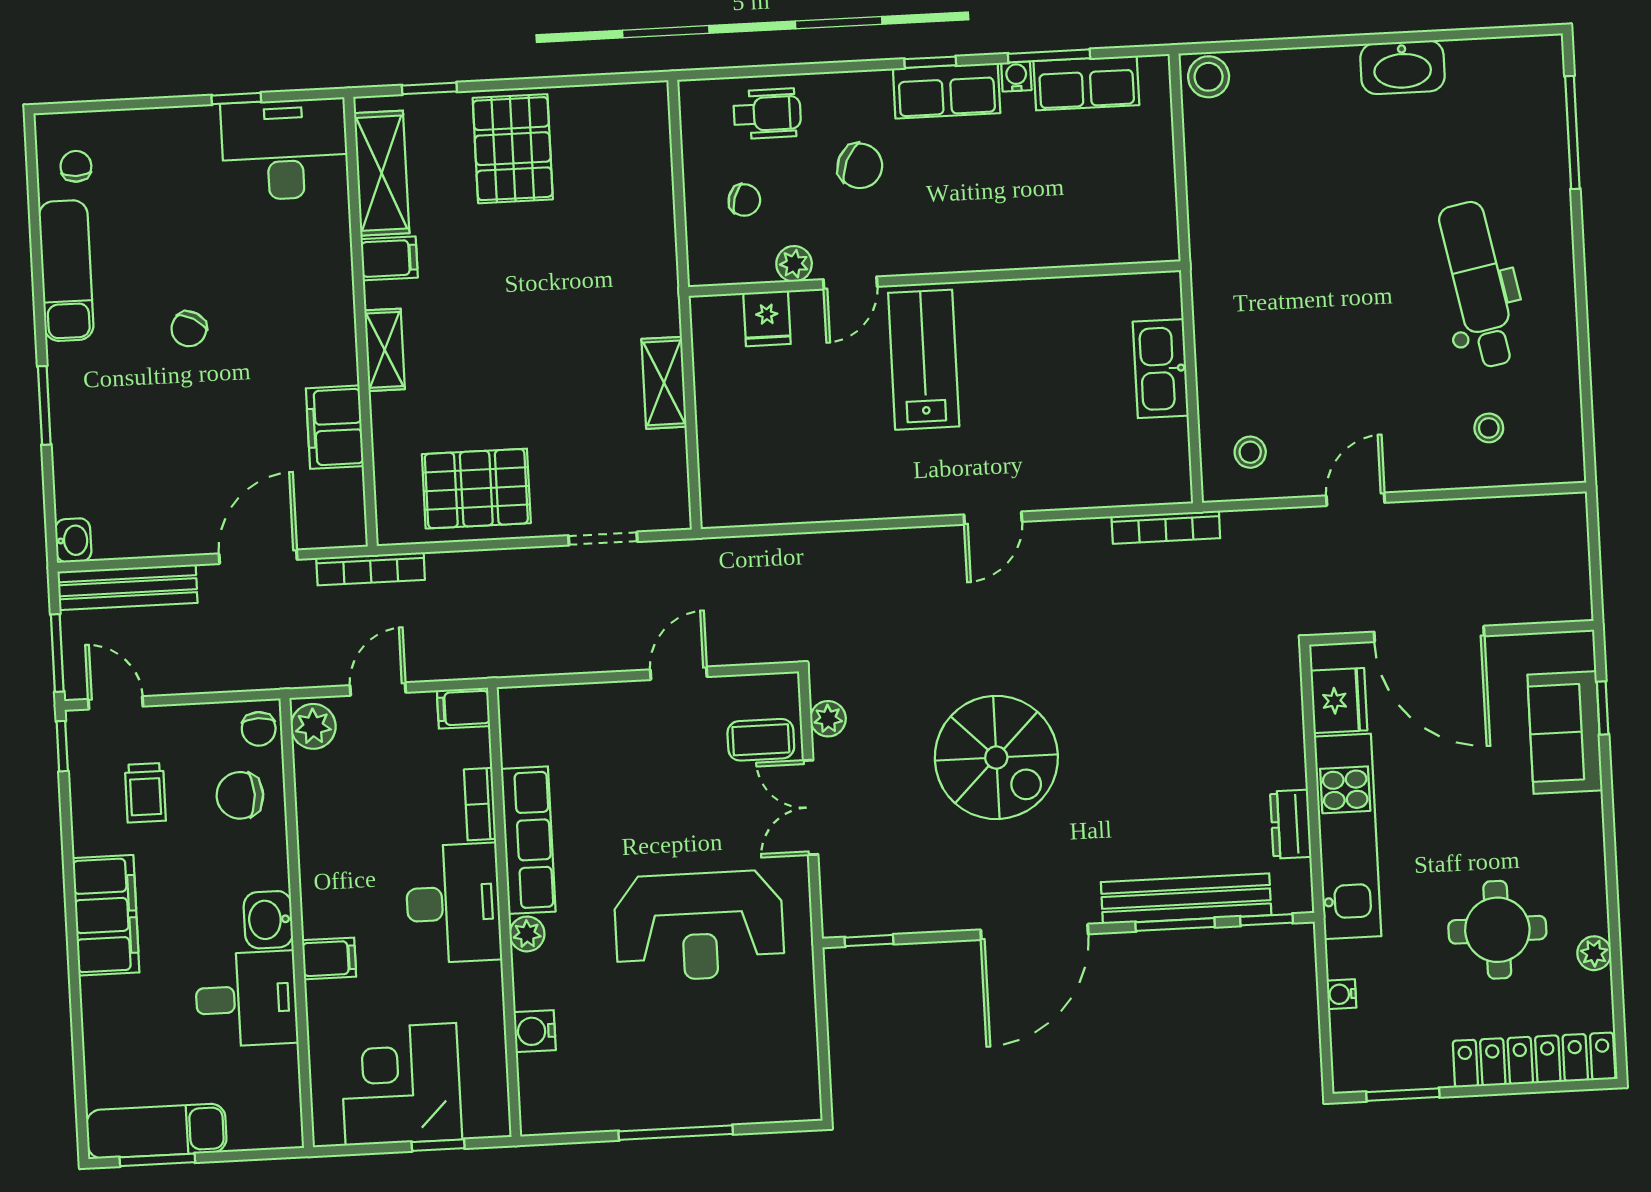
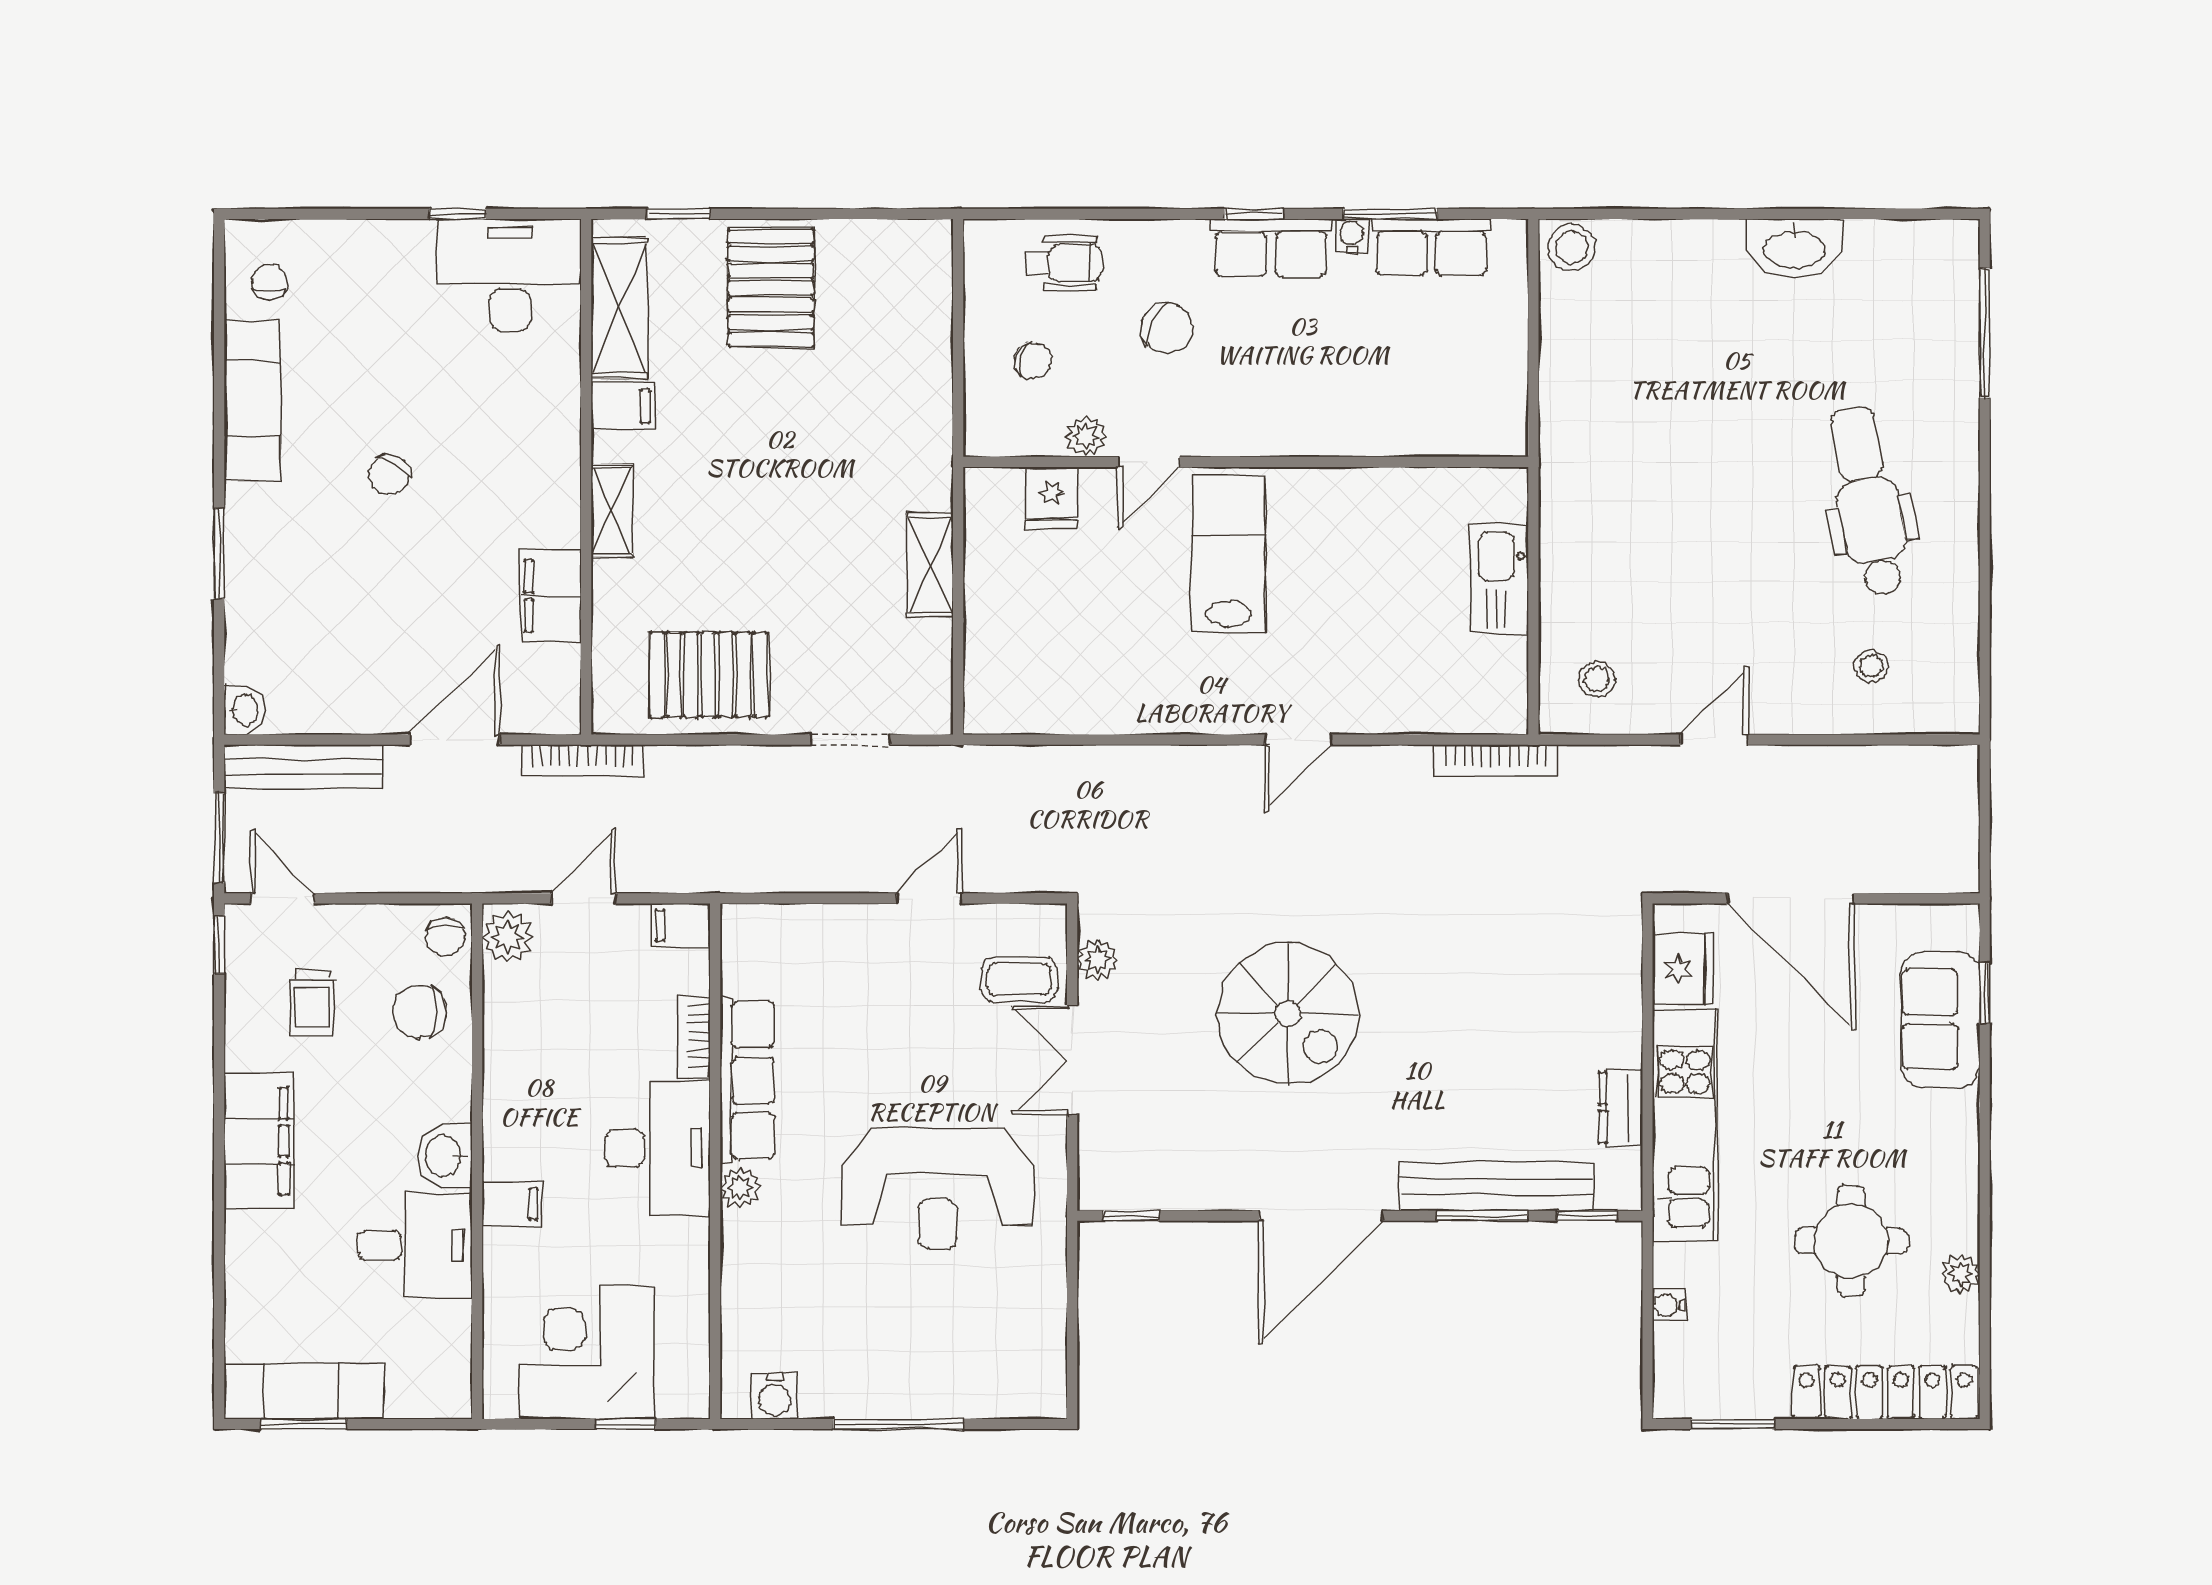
water cooler: (535, 1031) -> (775, 1396), moved, turned -90

